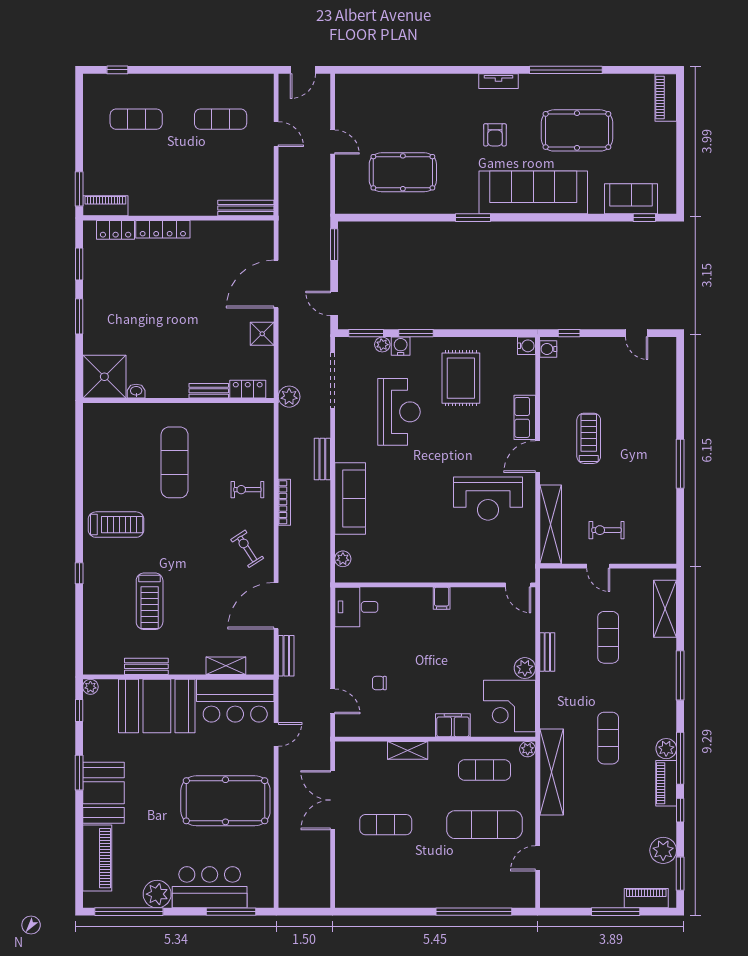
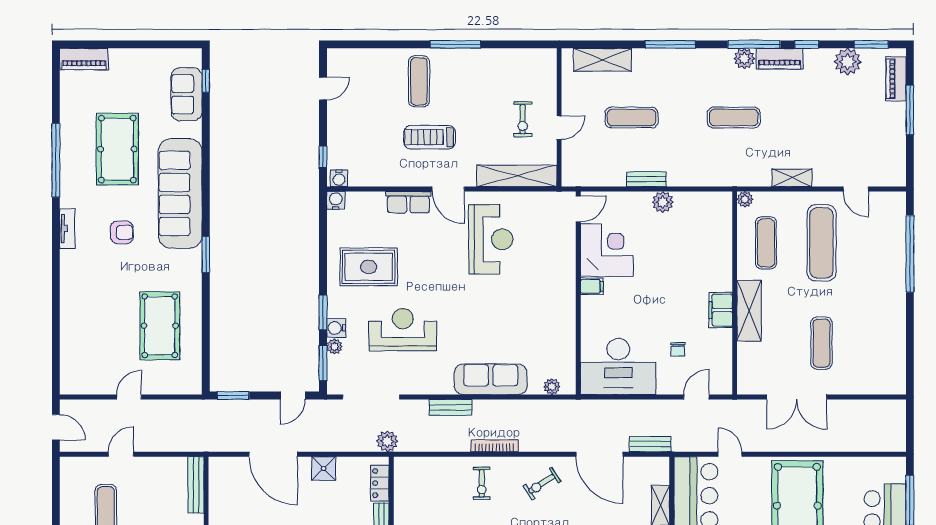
exercise mat: (644, 428) -> (419, 81), added
desk: (356, 607) -> (618, 366), width x1.87, depth x1.30
corner desk: (509, 706) -> (607, 250), moved, turned -90
filing cabinet: (453, 725) -> (721, 310), moved
shelving: (408, 750) -> (749, 311), width x1.50, depth x1.33
shelving: (552, 772) -> (792, 178), width x0.45, depth x0.75

